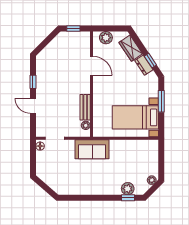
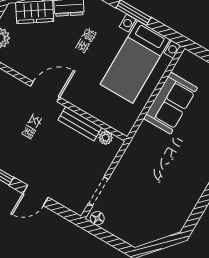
door: (91, 66) -> (45, 92), moved
sofa: (92, 149) -> (171, 103), moved

